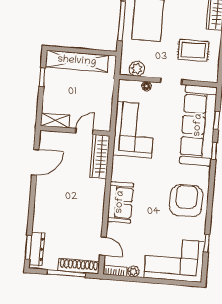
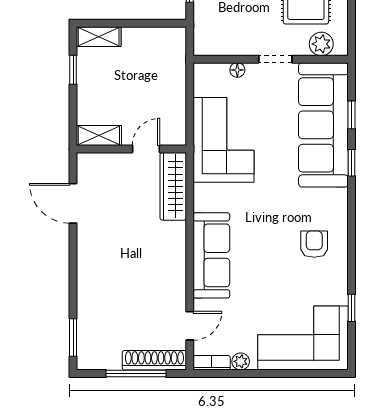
shelving: (77, 61) -> (99, 37), width x0.45, depth x0.75
plant: (137, 69) -> (321, 44), moved
door: (35, 162) -> (73, 203), swing flipped
armchair: (186, 201) -> (314, 244), width x0.53, depth x0.53
sofa: (120, 202) -> (211, 255), width x1.36
door: (103, 246) -> (190, 326), hinge flipped
dresser: (37, 249) -> (87, 339), removed

